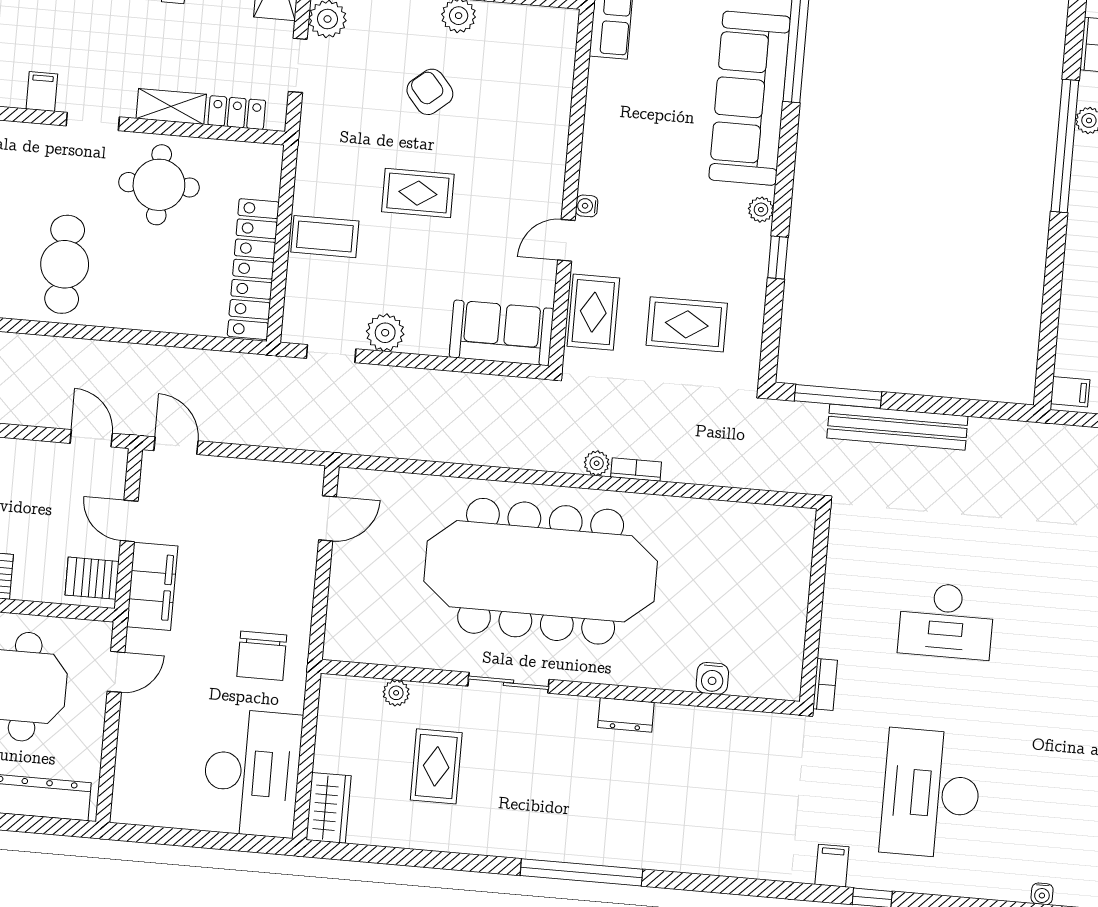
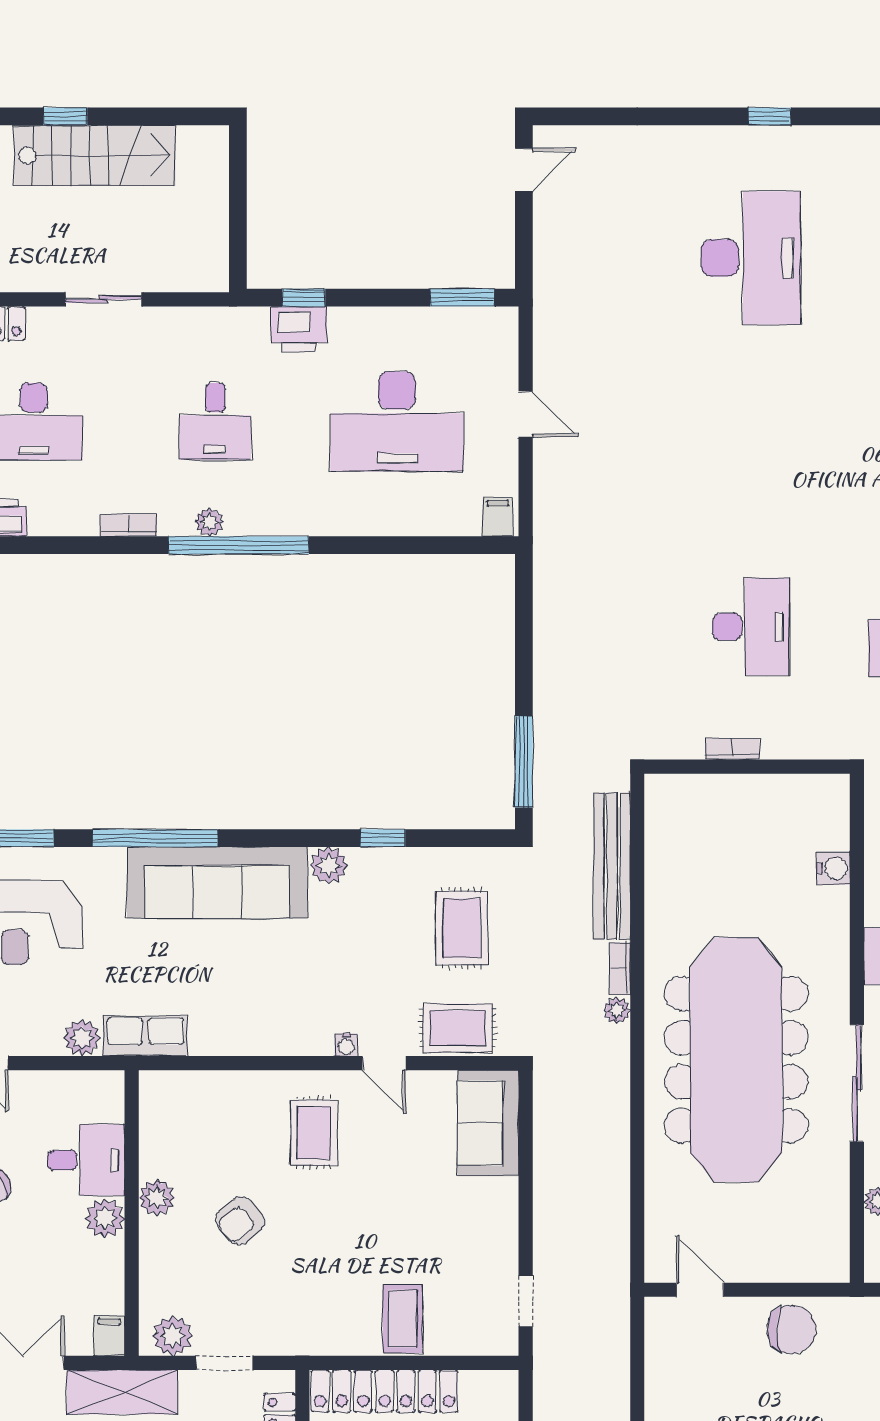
rug: (418, 193) -> (314, 1133), moved
plant: (761, 210) -> (329, 865), width x1.38, depth x1.38
locker: (253, 269) -> (385, 1391), moved
plant: (385, 333) -> (499, 1246), removed
bench: (897, 427) -> (612, 866), moved
chair: (262, 656) -> (791, 1330), moved
sliding door: (509, 683) -> (857, 1083), width x1.37
bookcase: (825, 685) -> (732, 749), moved

